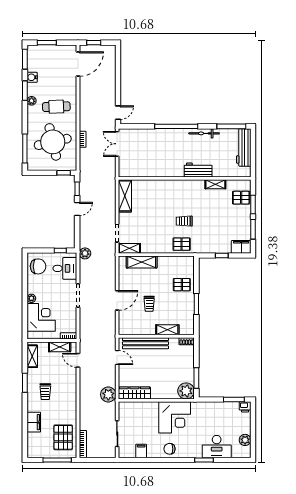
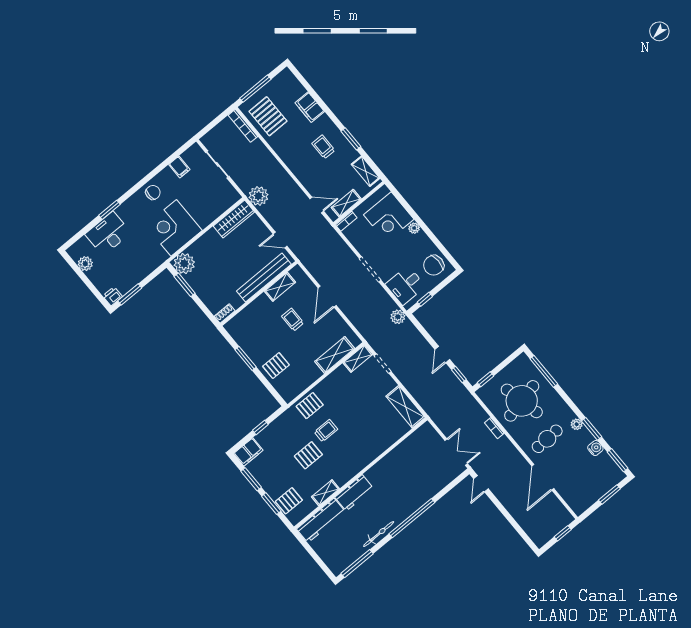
door: (78, 64) -> (543, 477), moved
workbench: (244, 147) -> (321, 520), moved, turned 90
pallet: (207, 215) -> (308, 455), added
shelving: (167, 330) -> (280, 287), moved

